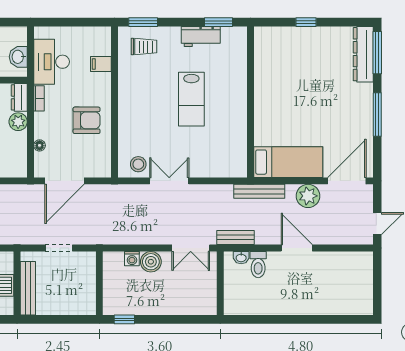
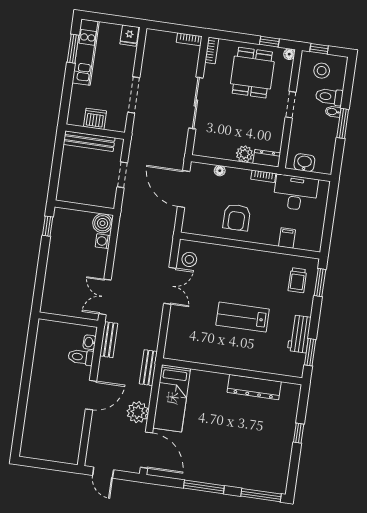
dresser: (363, 54) -> (254, 387), moved, turned 180
bench: (259, 191) -> (148, 368), width x0.73
boiler: (151, 262) -> (103, 223), moved

